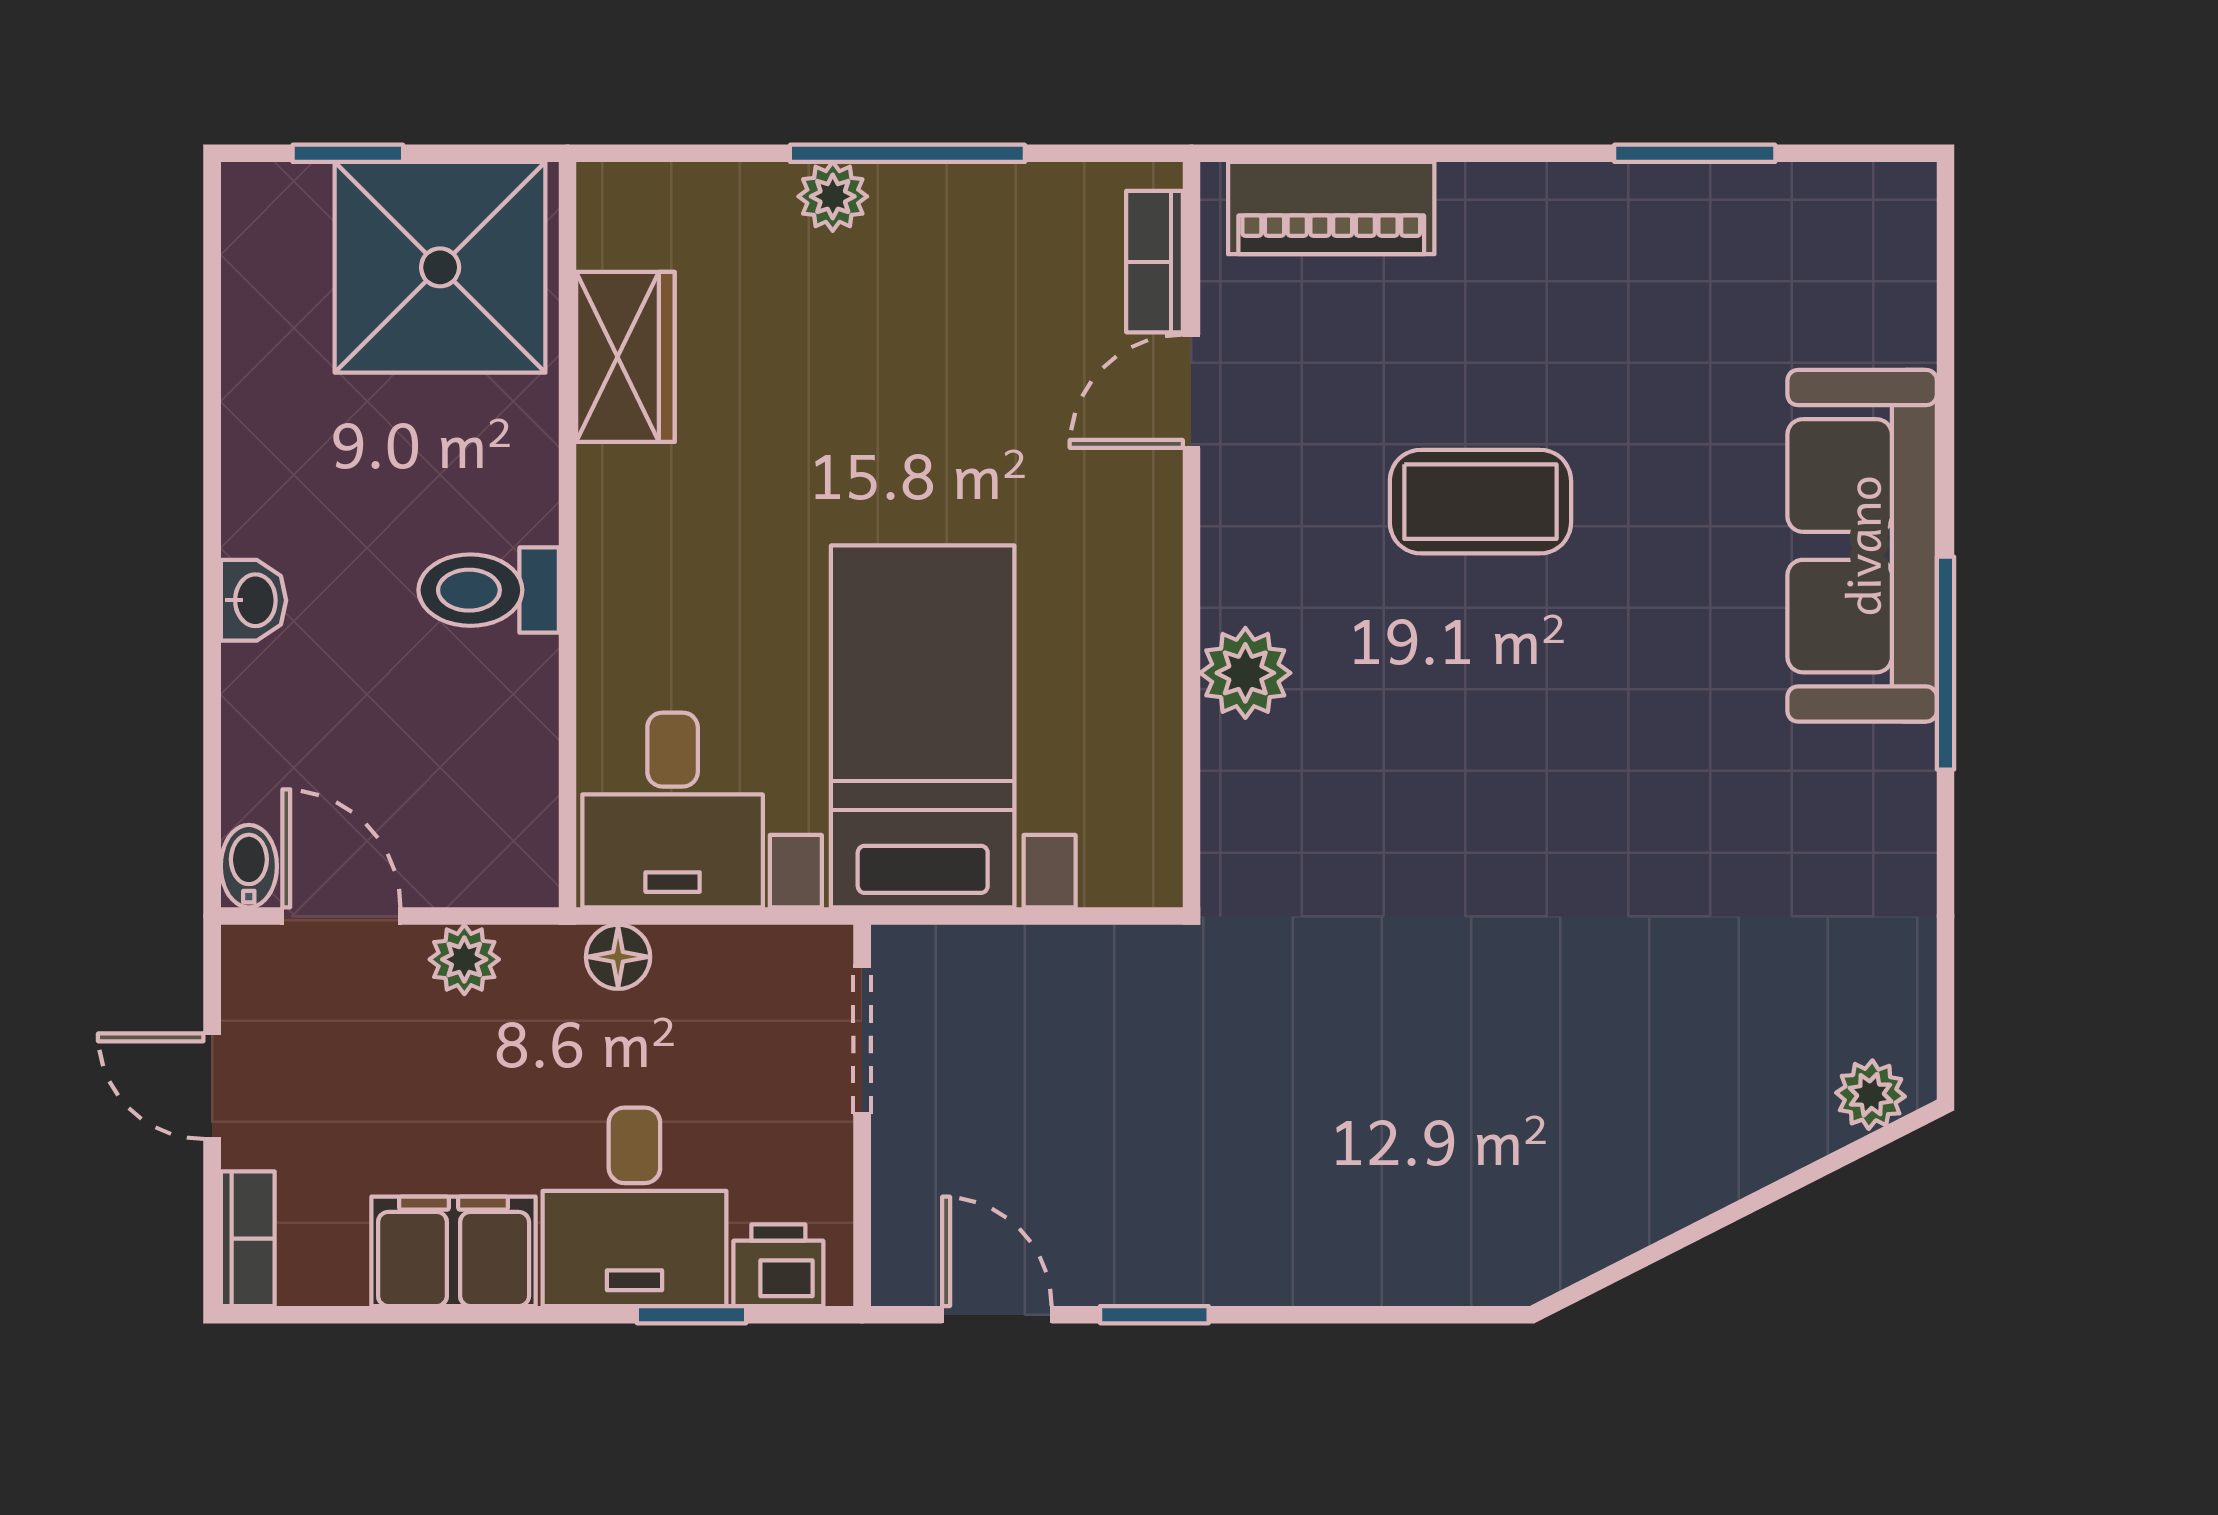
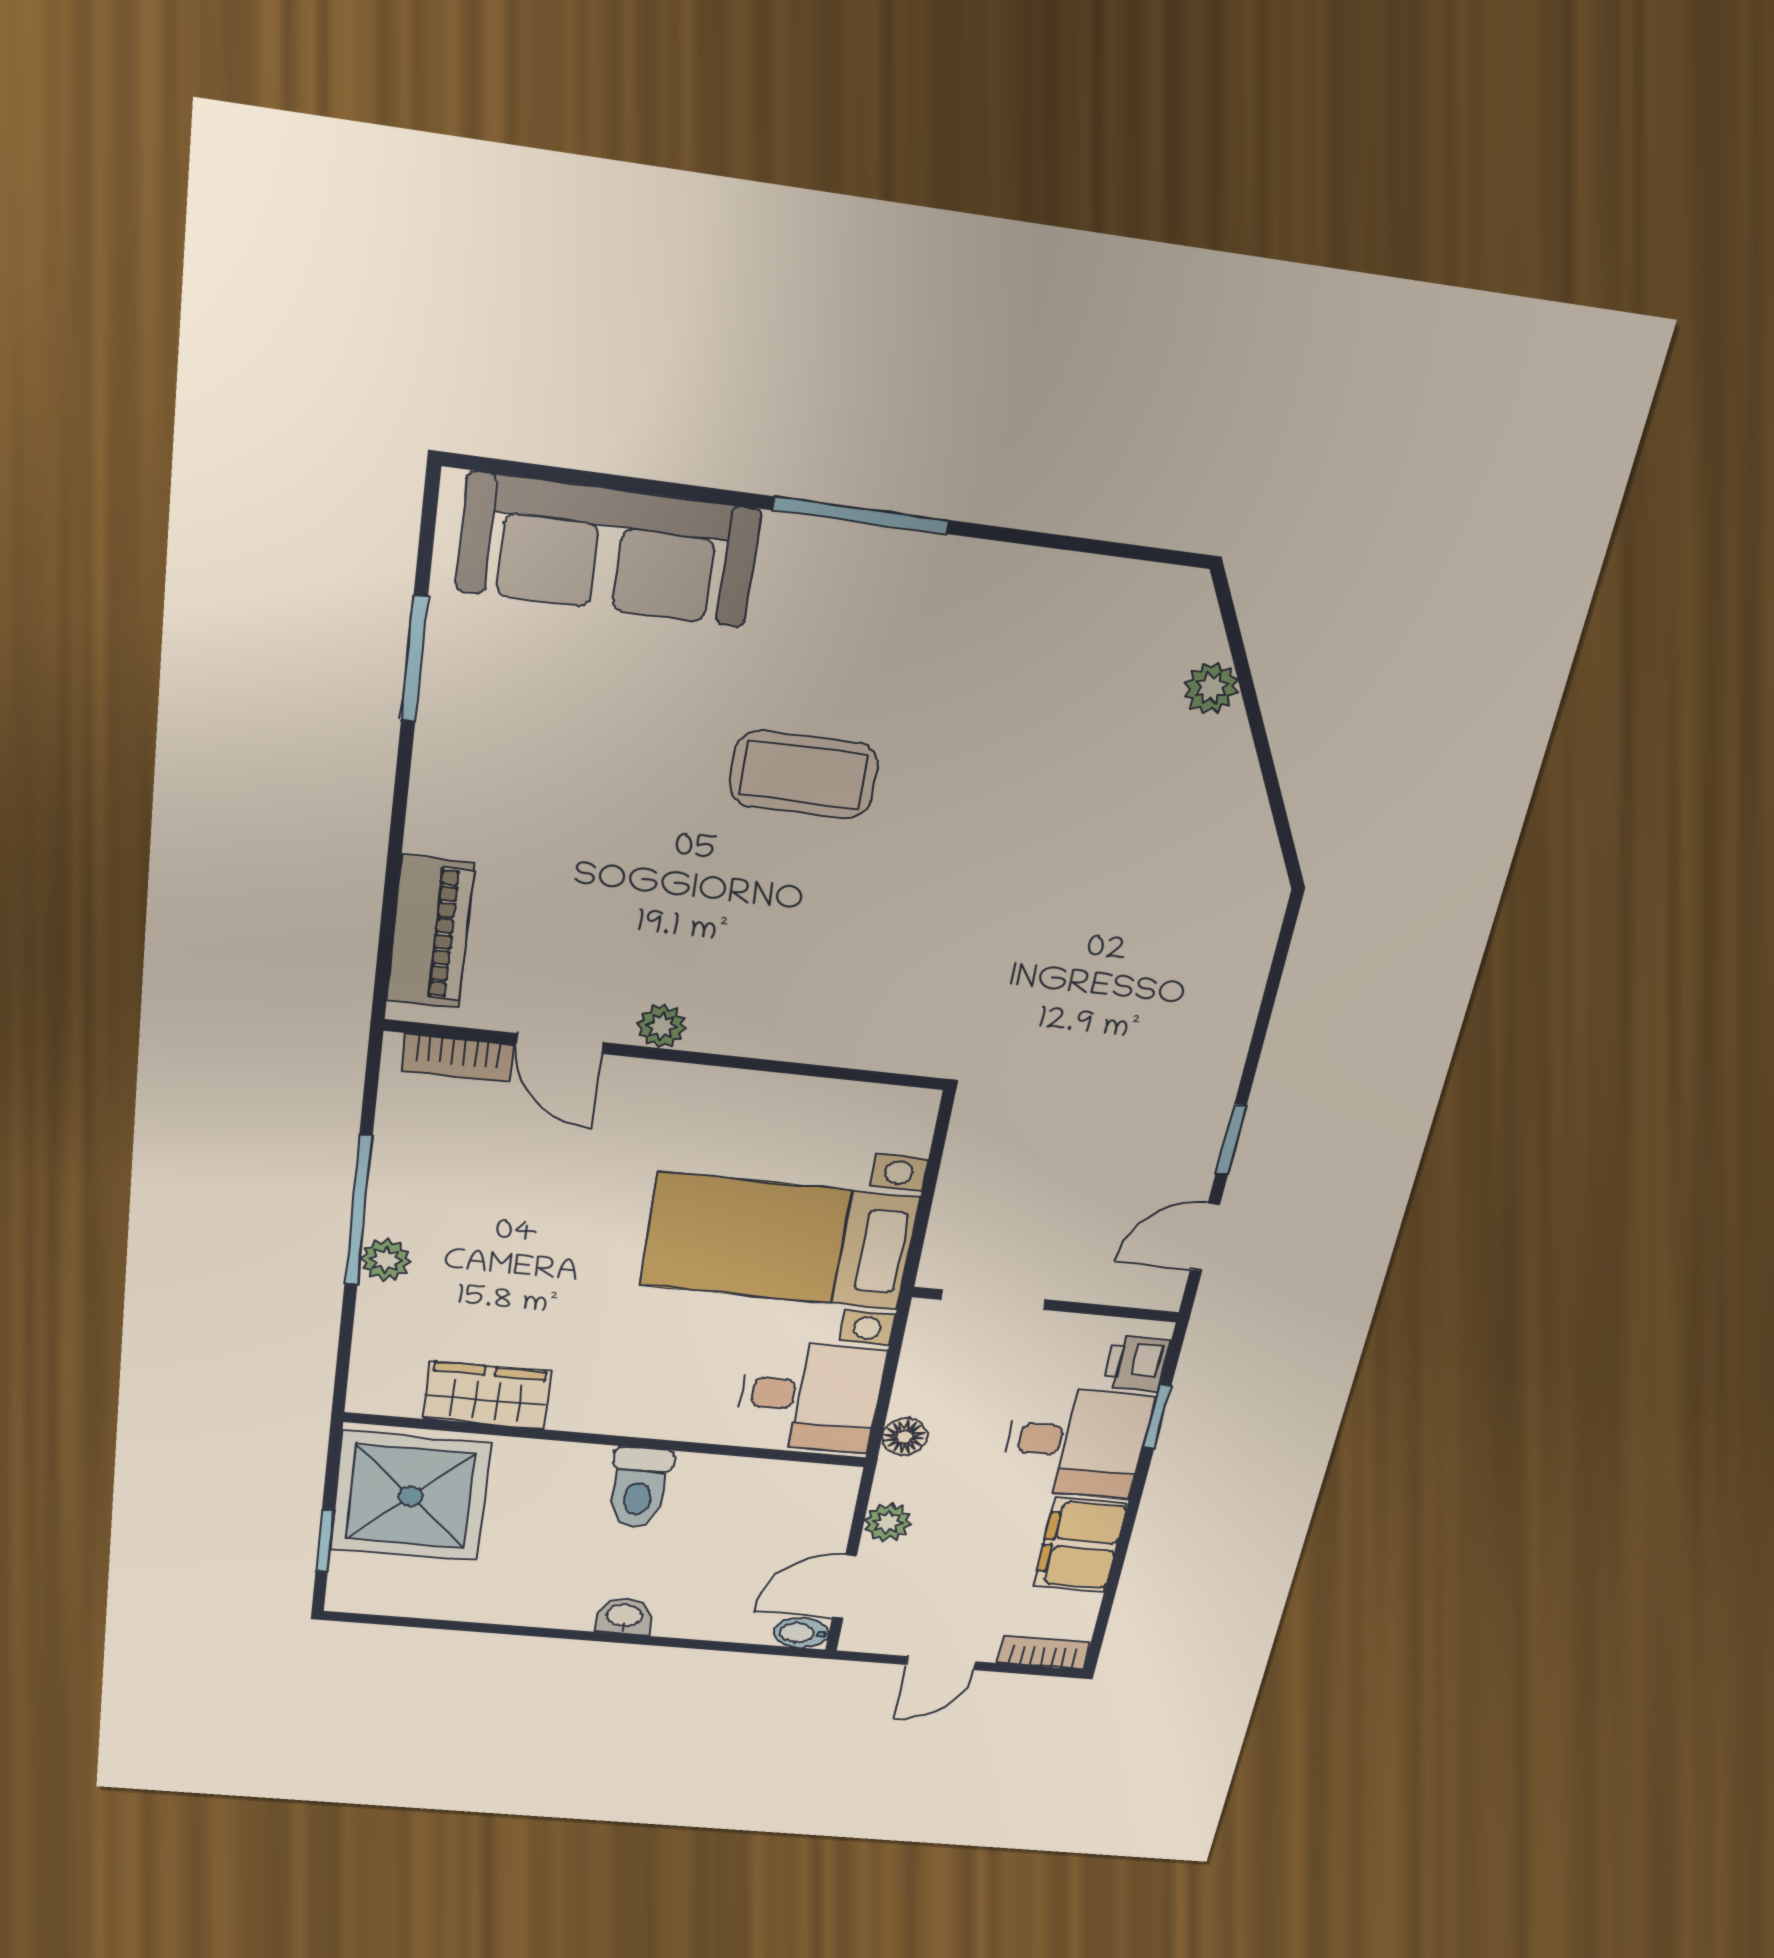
coffee table: (1480, 502) -> (804, 775), moved, turned 90
sofa: (1862, 546) -> (608, 550), moved
plant: (1245, 673) -> (662, 1026), moved, width x0.73, depth x0.73
plant: (1871, 1095) -> (1211, 688), moved

